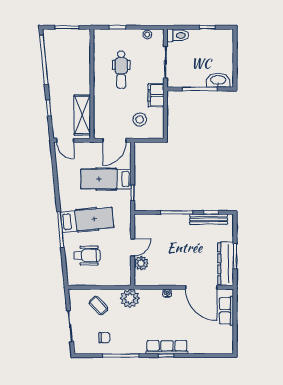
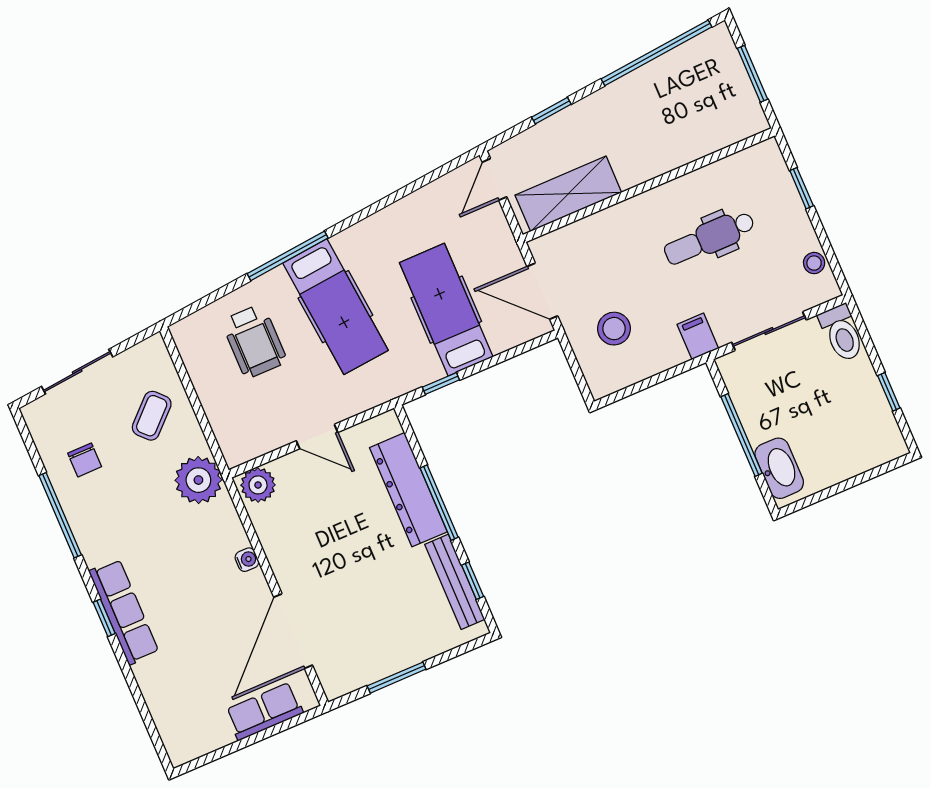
filing cabinet: (156, 95) -> (698, 336), width x0.50
plant: (141, 263) -> (258, 485), moved
dresser: (226, 264) -> (408, 490), moved, turned -90

